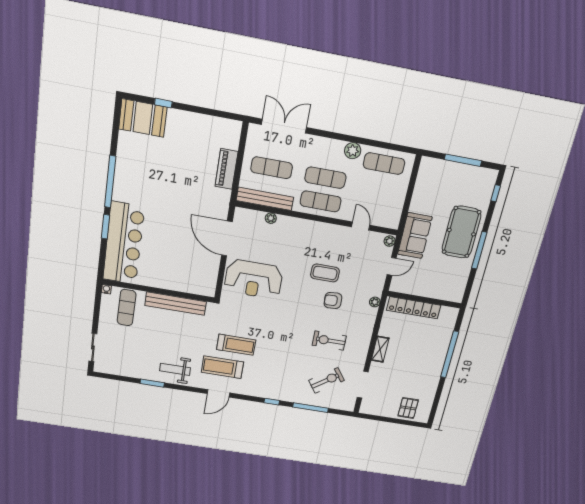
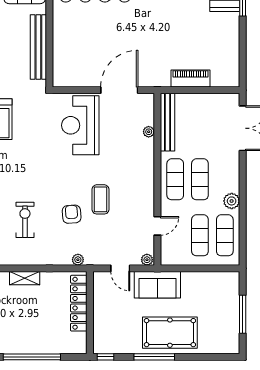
exercise mat: (272, 168) -> (200, 235), moved
window: (496, 193) -> (105, 357), moved

